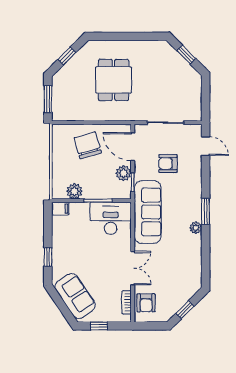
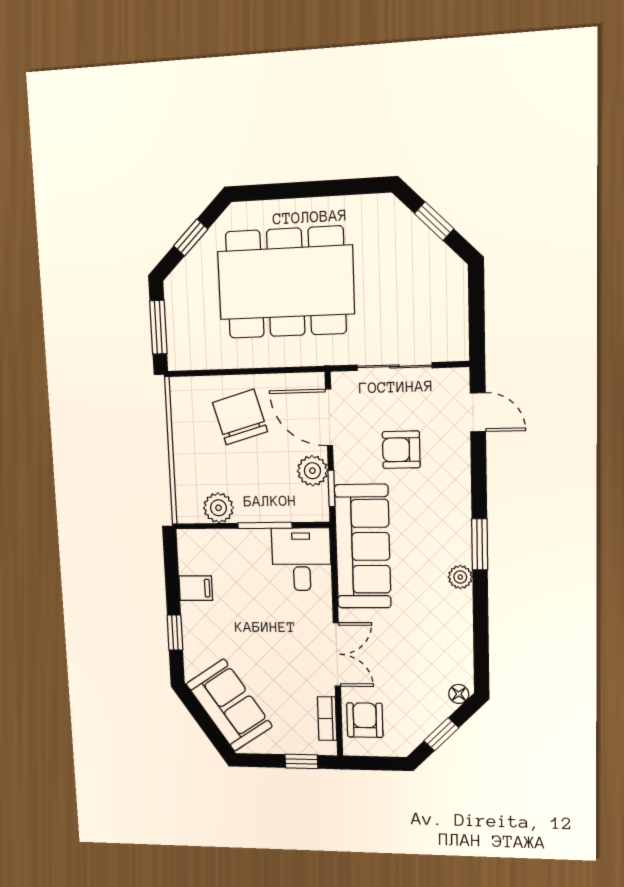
dining table: (114, 80) -> (286, 283), width x1.88, depth x1.24
filing cabinet: (60, 209) -> (196, 588), moved
desk: (111, 218) -> (301, 559), width x0.73
floor lamp: (194, 288) -> (459, 694), added
armchair: (146, 303) -> (365, 720), turned 180
window: (99, 326) -> (301, 761), moved

